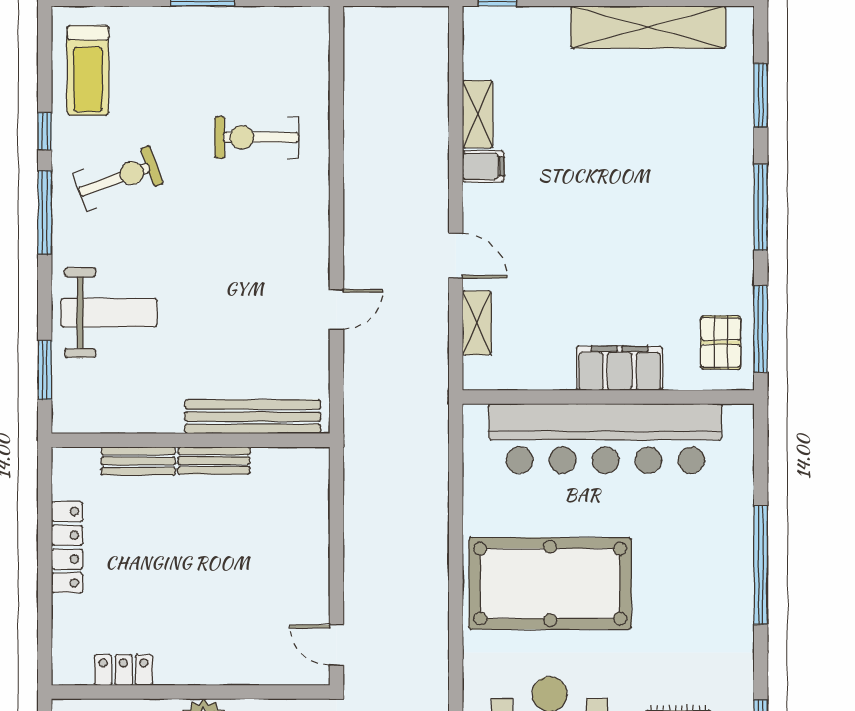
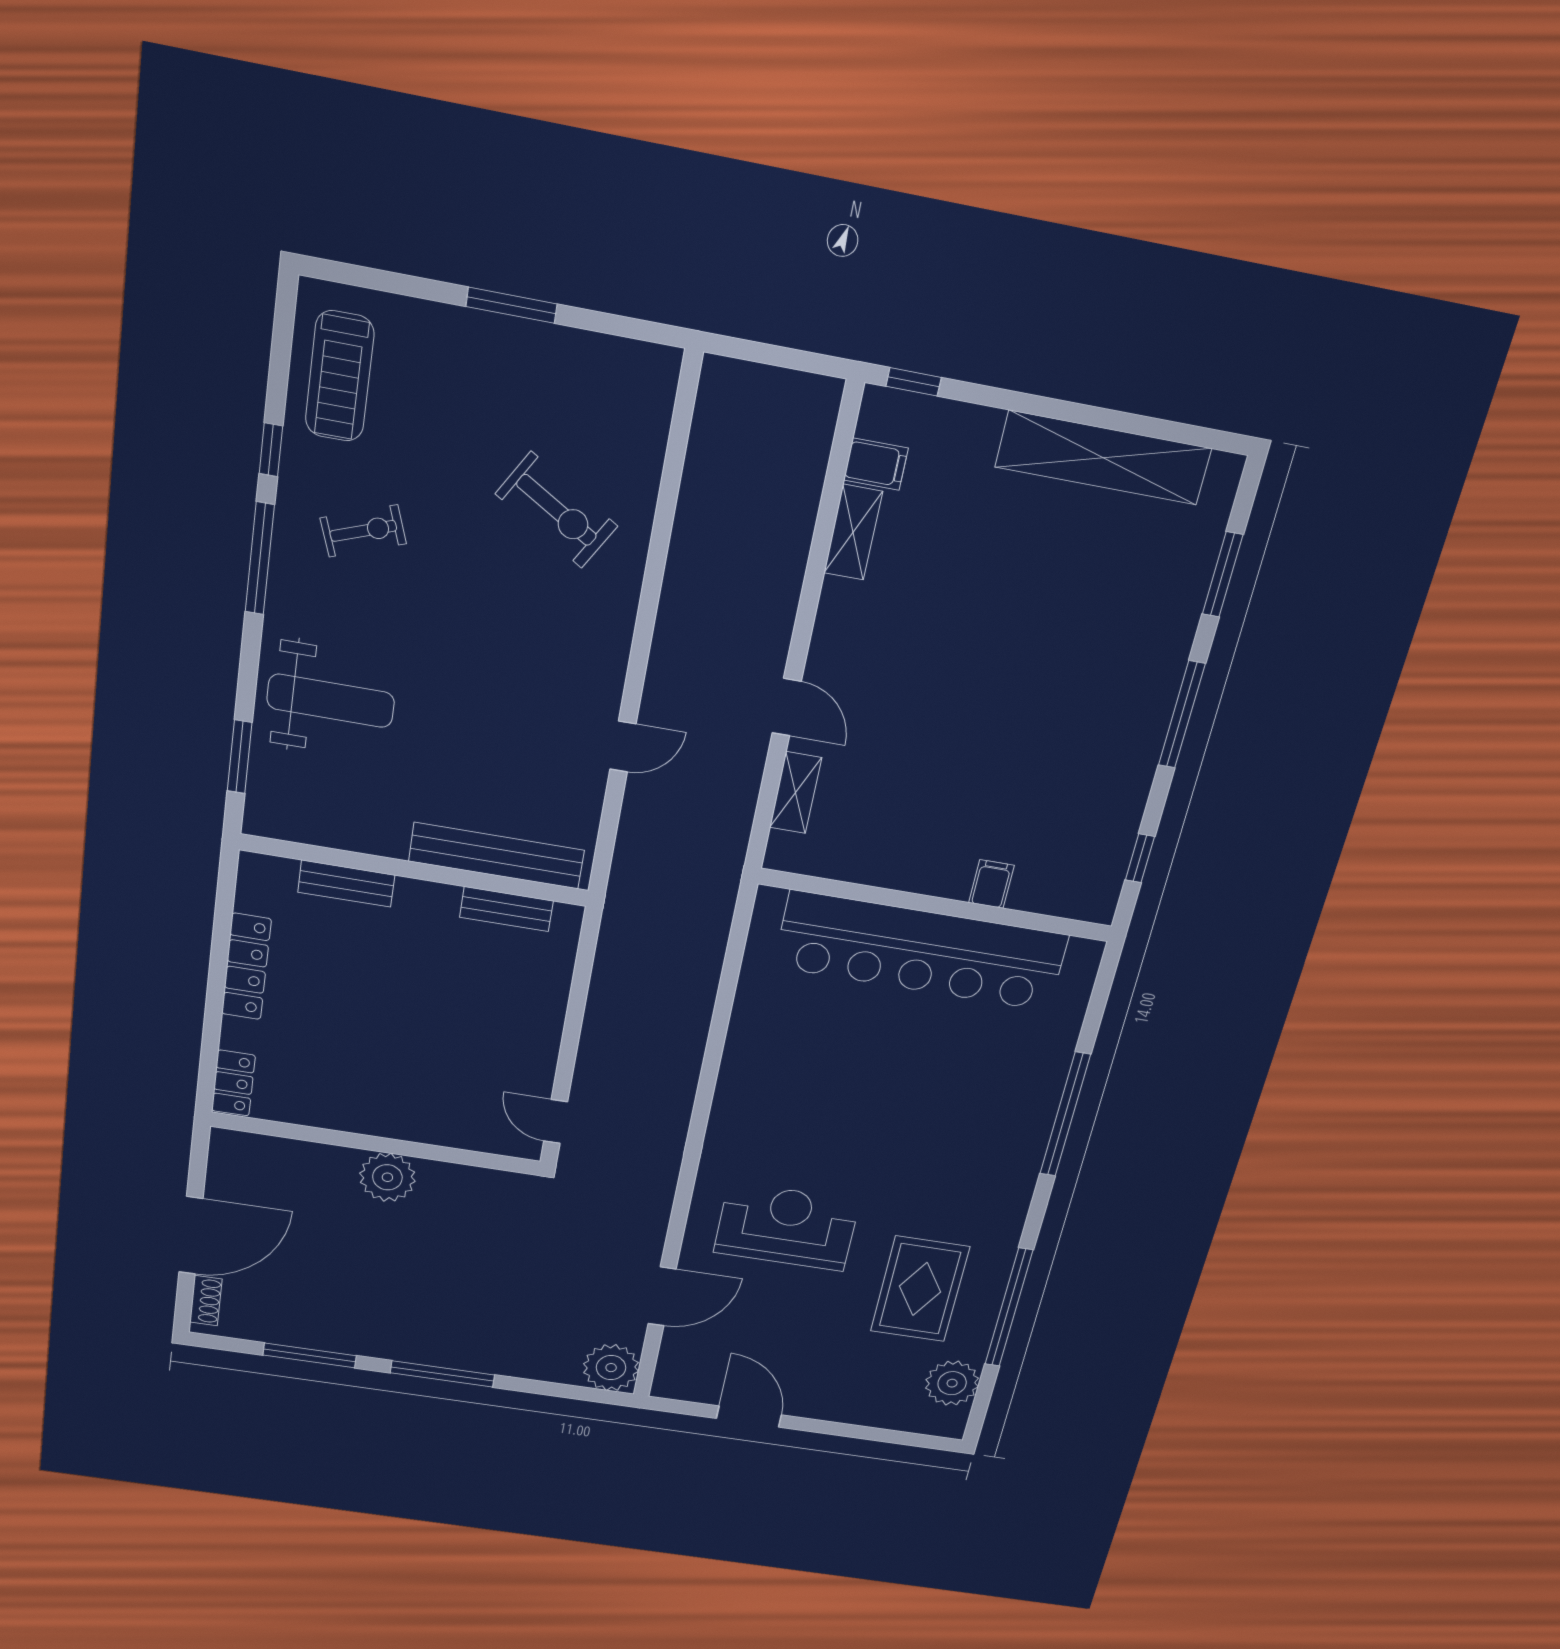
exercise bike: (257, 137) -> (557, 510), turned -149
filing cabinet: (483, 166) -> (876, 464), moved
exercise bike: (118, 178) -> (363, 531), width x0.73, depth x0.72
window: (761, 329) -> (1140, 858), width x0.46
pallet: (721, 342) -> (1088, 866), removed
filing cabinet: (620, 368) -> (991, 884), width x0.33, depth x0.86
bench: (214, 461) -> (507, 909), moved
pool table: (550, 583) -> (818, 1096), removed
locker: (124, 670) -> (233, 1083), moved, turned 90

